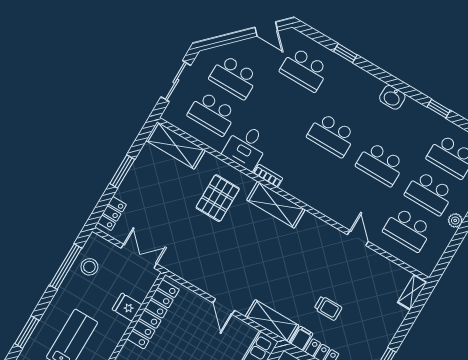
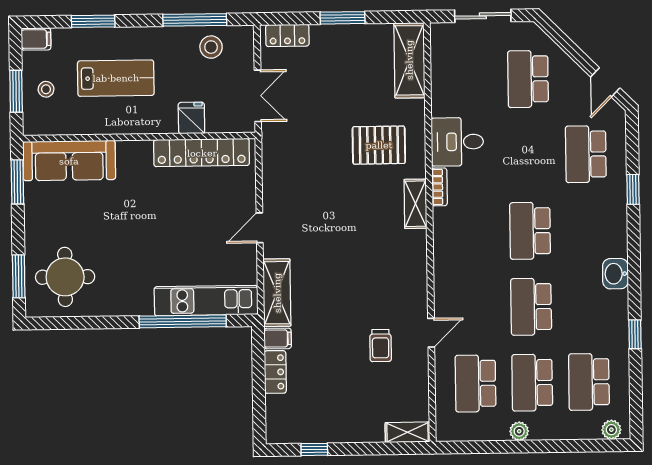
school desk: (212, 114) -> (471, 80), removed
shelving: (276, 205) -> (415, 204), width x0.67, depth x0.75
trolley: (328, 308) -> (381, 346), moved

